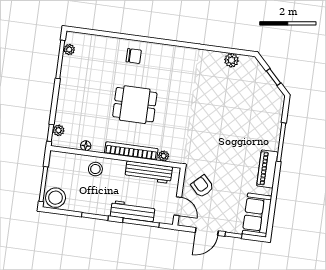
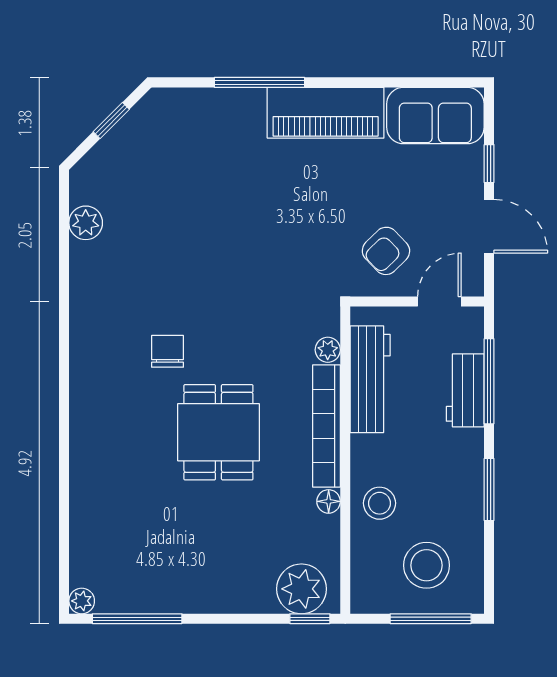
plant: (69, 49) -> (82, 601), moved
chair: (134, 56) -> (167, 351), moved
plant: (59, 130) -> (301, 589), width x1.87, depth x1.87
floor lamp: (86, 146) -> (329, 501), moved
piano: (267, 169) -> (326, 113), width x1.37, depth x1.33
stool: (56, 198) -> (427, 565), moved
workbench: (133, 211) -> (465, 390), width x0.73

